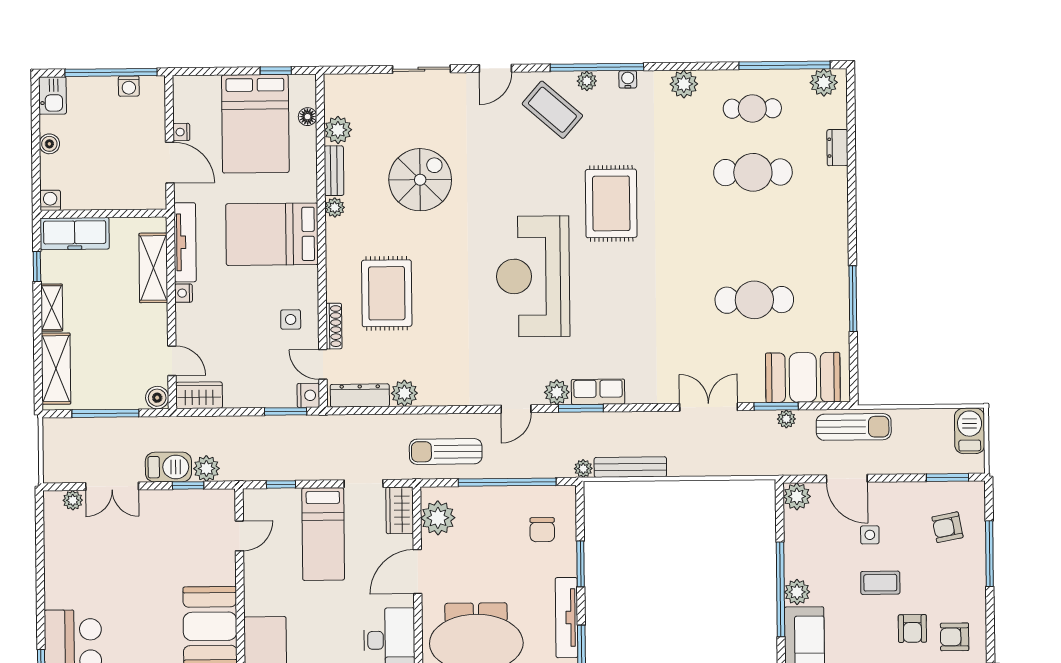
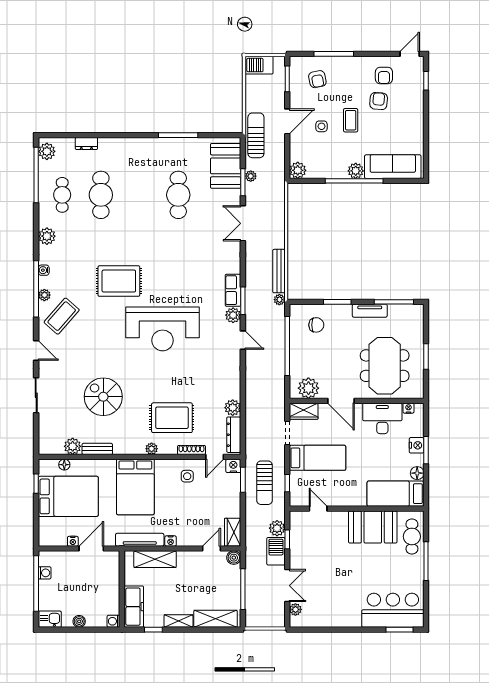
plant: (335, 207) -> (152, 449), moved
sun lounger: (446, 452) -> (264, 483), moved
door: (847, 479) -> (287, 121), moved
tv unit: (567, 618) -> (370, 311), width x0.71
armchair: (912, 629) -> (379, 101), turned -85

